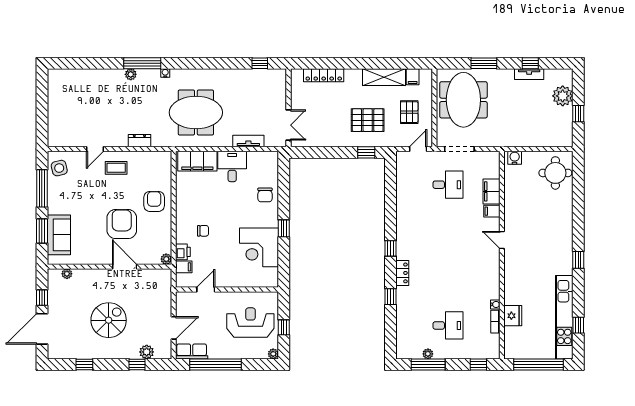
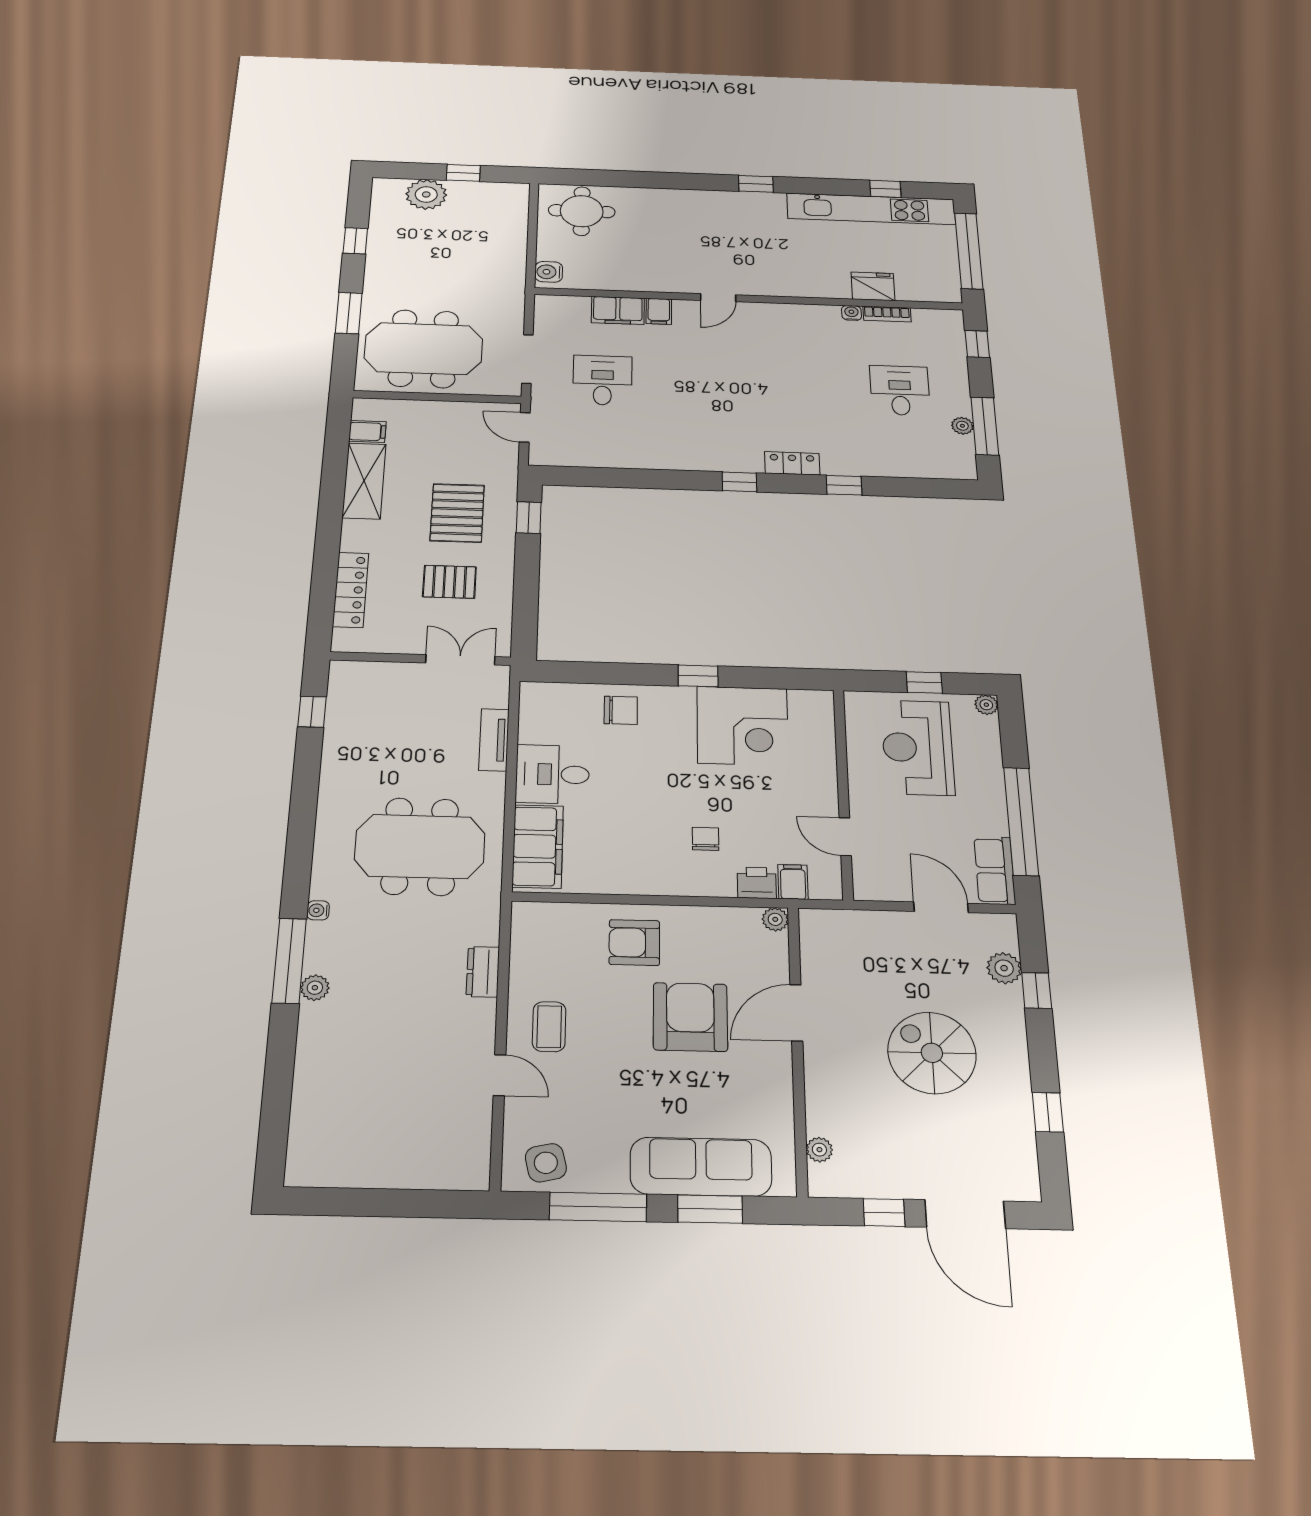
tv unit: (529, 74) -> (378, 243), removed
meeting table: (196, 112) -> (420, 846), turned 90
pallet: (409, 112) -> (449, 582), moved
armchair: (122, 224) -> (690, 1017), turned 90
sofa: (59, 235) -> (701, 1167), width x1.36

